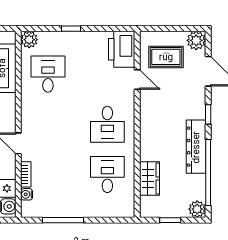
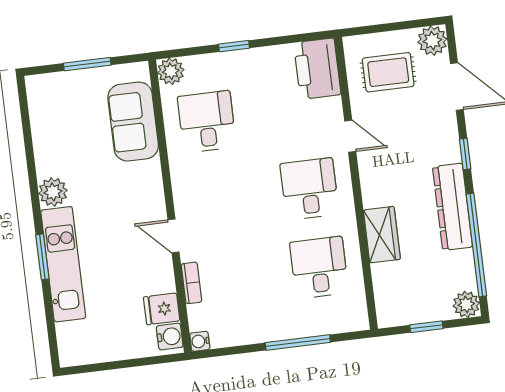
door: (137, 80) -> (350, 136), moved
desk: (107, 124) -> (309, 189), turned 180
wardrobe: (149, 178) -> (382, 235), moved
water cooler: (27, 194) -> (200, 341), moved
window: (63, 220) -> (298, 343), moved

